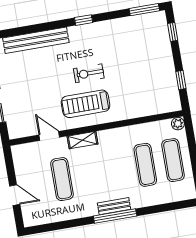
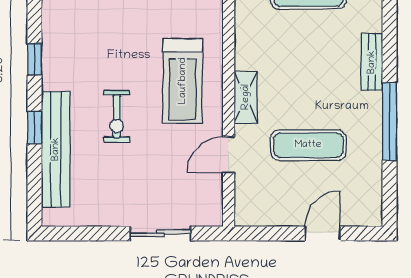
window: (46, 27) -> (34, 128), added
exercise bike: (89, 73) -> (117, 116), moved
window: (115, 216) -> (390, 121), moved

